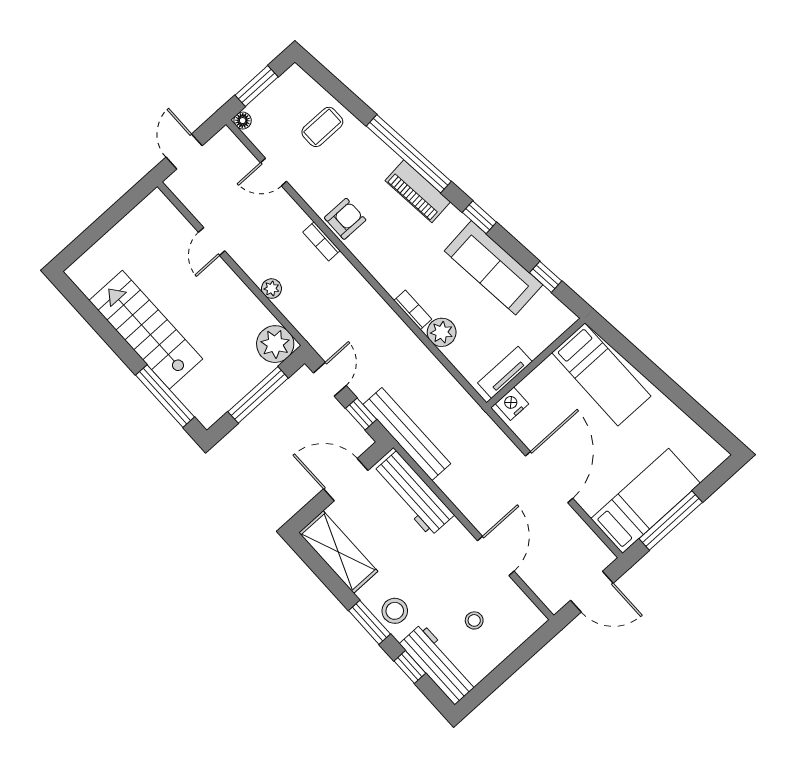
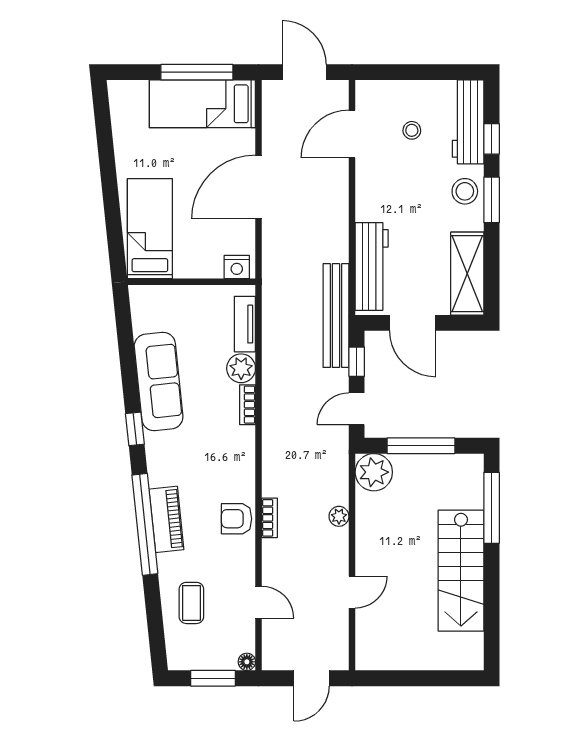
coffee table: (322, 127) -> (191, 603), turned 90
piano: (418, 191) -> (166, 519), moved
window: (546, 277) -> (126, 339), removed
tv unit: (505, 372) -> (245, 324), moved, turned 90
door: (496, 556) -> (352, 134), moved

